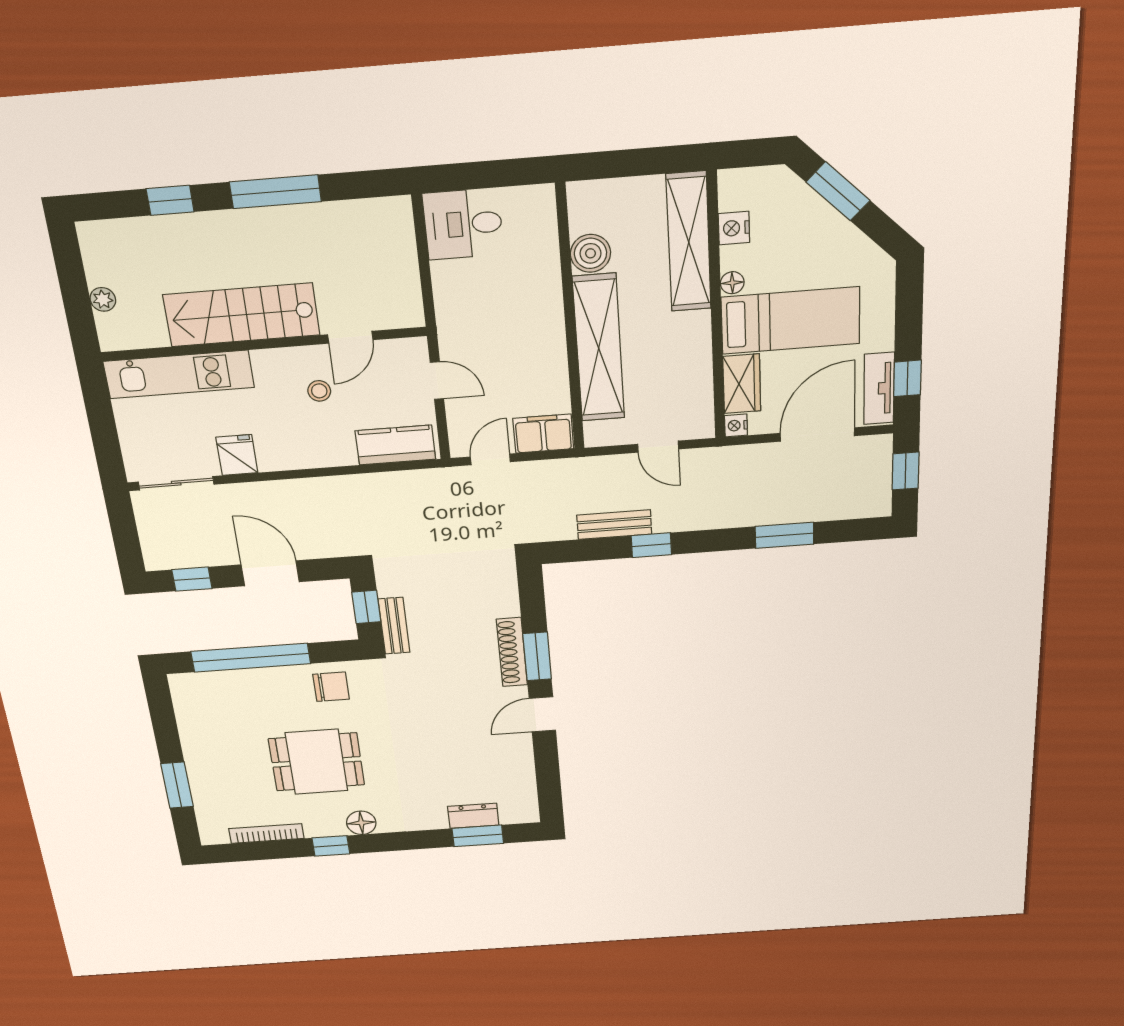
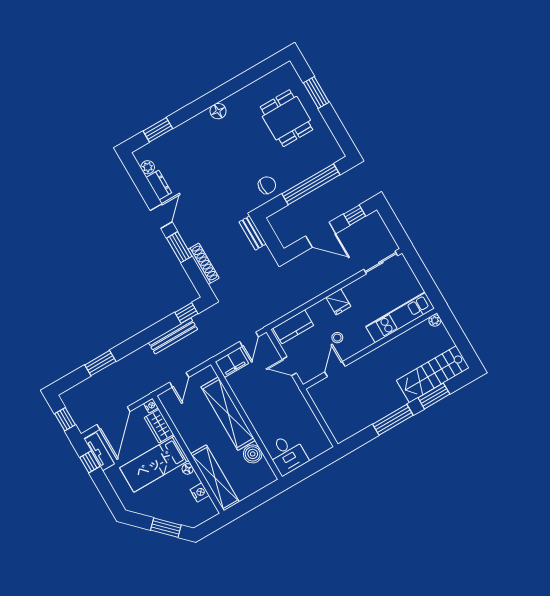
window: (170, 200) -> (434, 396), width x1.50
desk: (463, 224) -> (287, 454), moved, turned 90
plant: (103, 299) -> (435, 320), moved
stairs: (242, 315) -> (433, 374), moved, turned 180
door: (658, 447) -> (179, 380), swing flipped
fridge: (237, 455) -> (338, 302), moved
bench: (614, 525) -> (173, 336), width x1.36
window: (651, 545) -> (186, 313), moved
window: (366, 607) -> (270, 237), removed
shoe rack: (512, 652) -> (203, 264), moved
chair: (331, 687) -> (267, 185), turned 180
dining table: (317, 762) -> (286, 118), moved, turned 90
plant: (525, 792) -> (148, 167), added
dresser: (473, 816) -> (159, 185), moved, turned -90
bookcase: (266, 834) -> (261, 83), removed
window: (331, 846) -> (227, 90), removed

